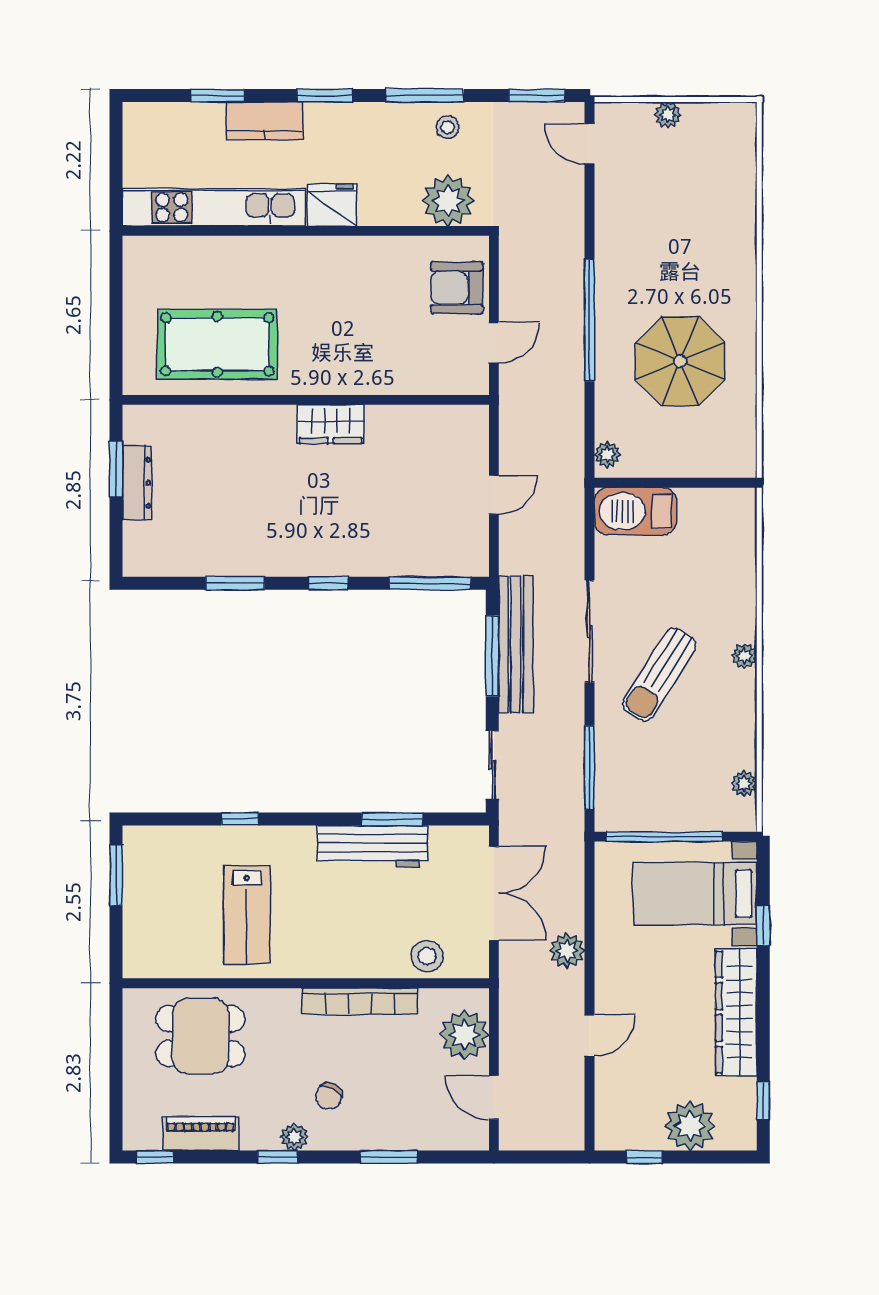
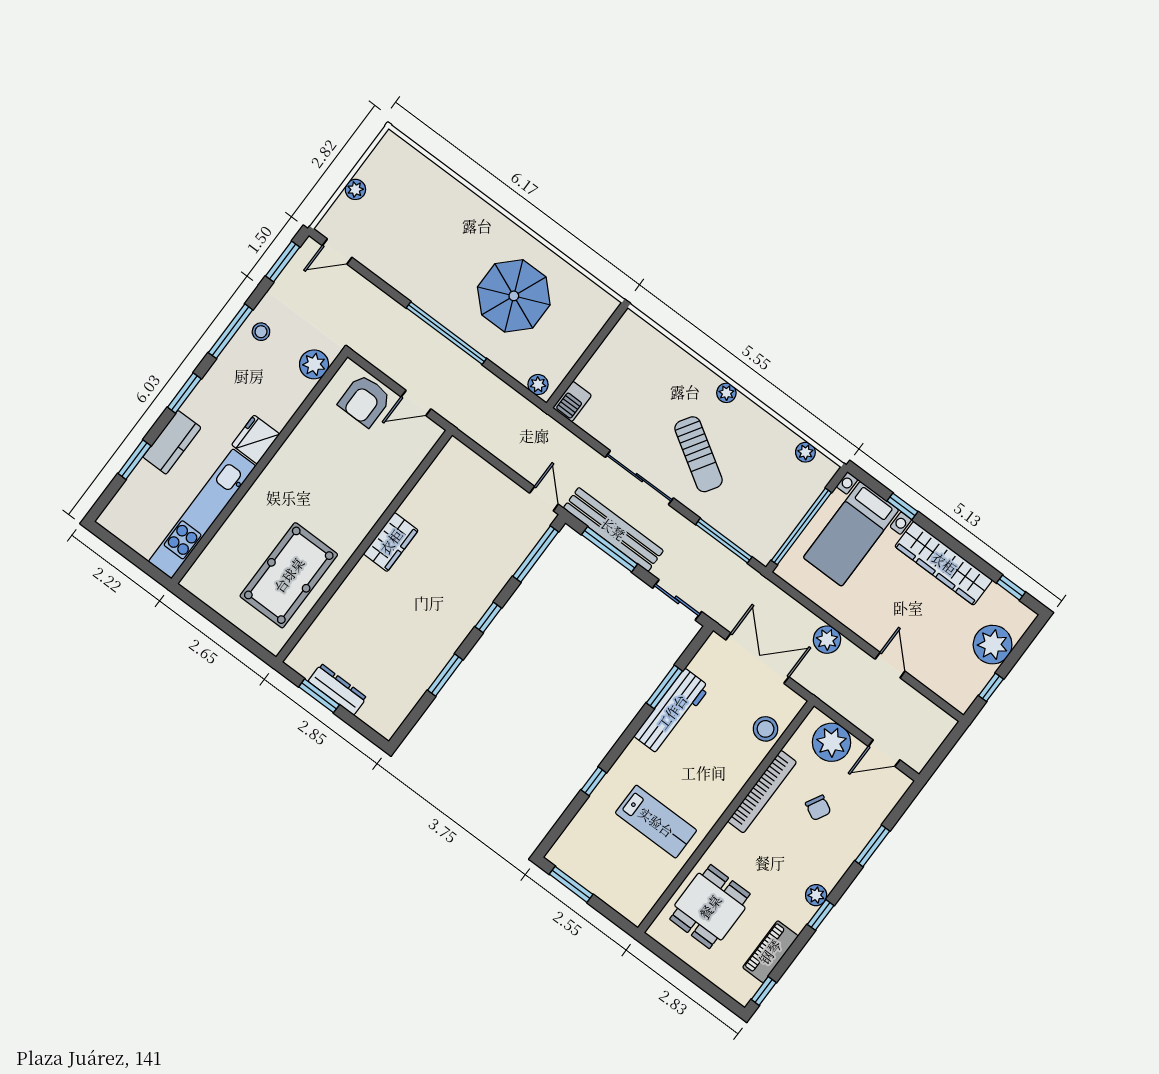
plant: (448, 201) -> (314, 364), width x0.73, depth x0.73
door: (494, 343) -> (416, 403), swing flipped
door: (494, 495) -> (544, 499), moved
barbecue: (635, 511) -> (572, 402), width x0.53, depth x0.65
chair: (329, 1096) -> (818, 808), moved

